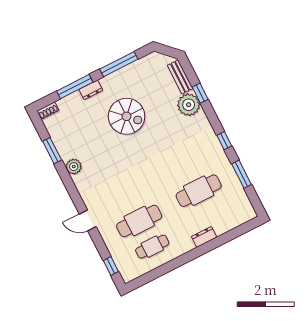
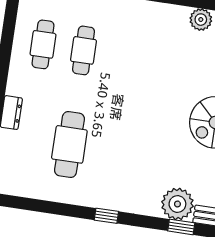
window: (241, 174) -> (53, 208), removed
cafe table: (139, 221) -> (83, 50), width x0.73, depth x0.74

